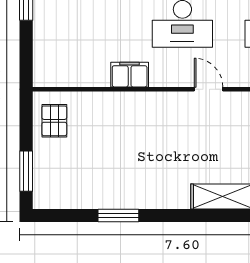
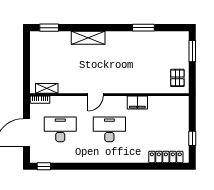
door: (209, 89) -> (95, 95), hinge flipped

